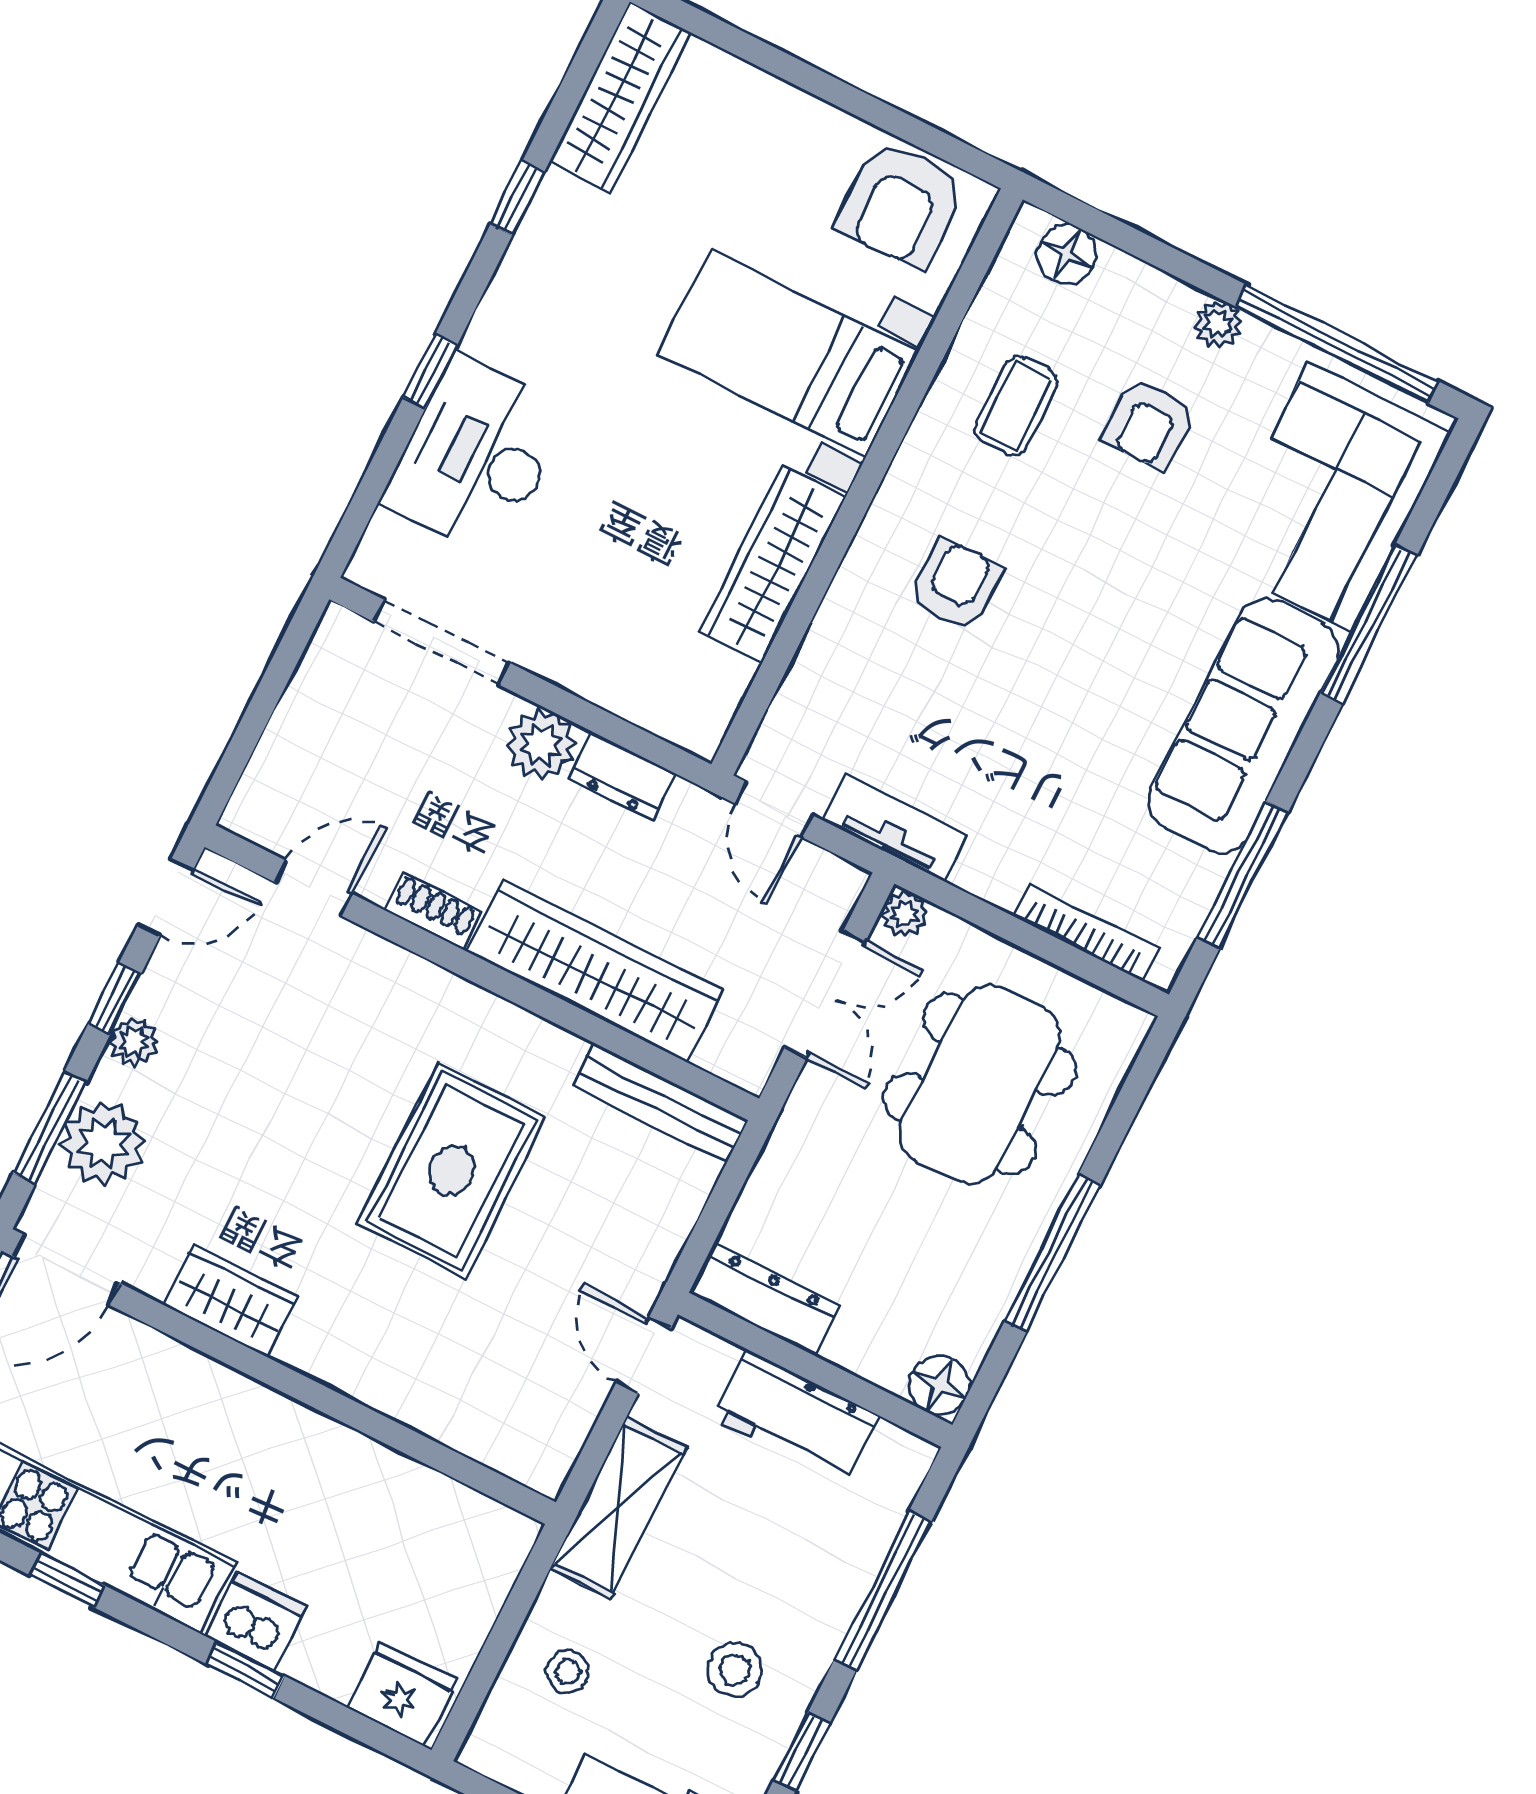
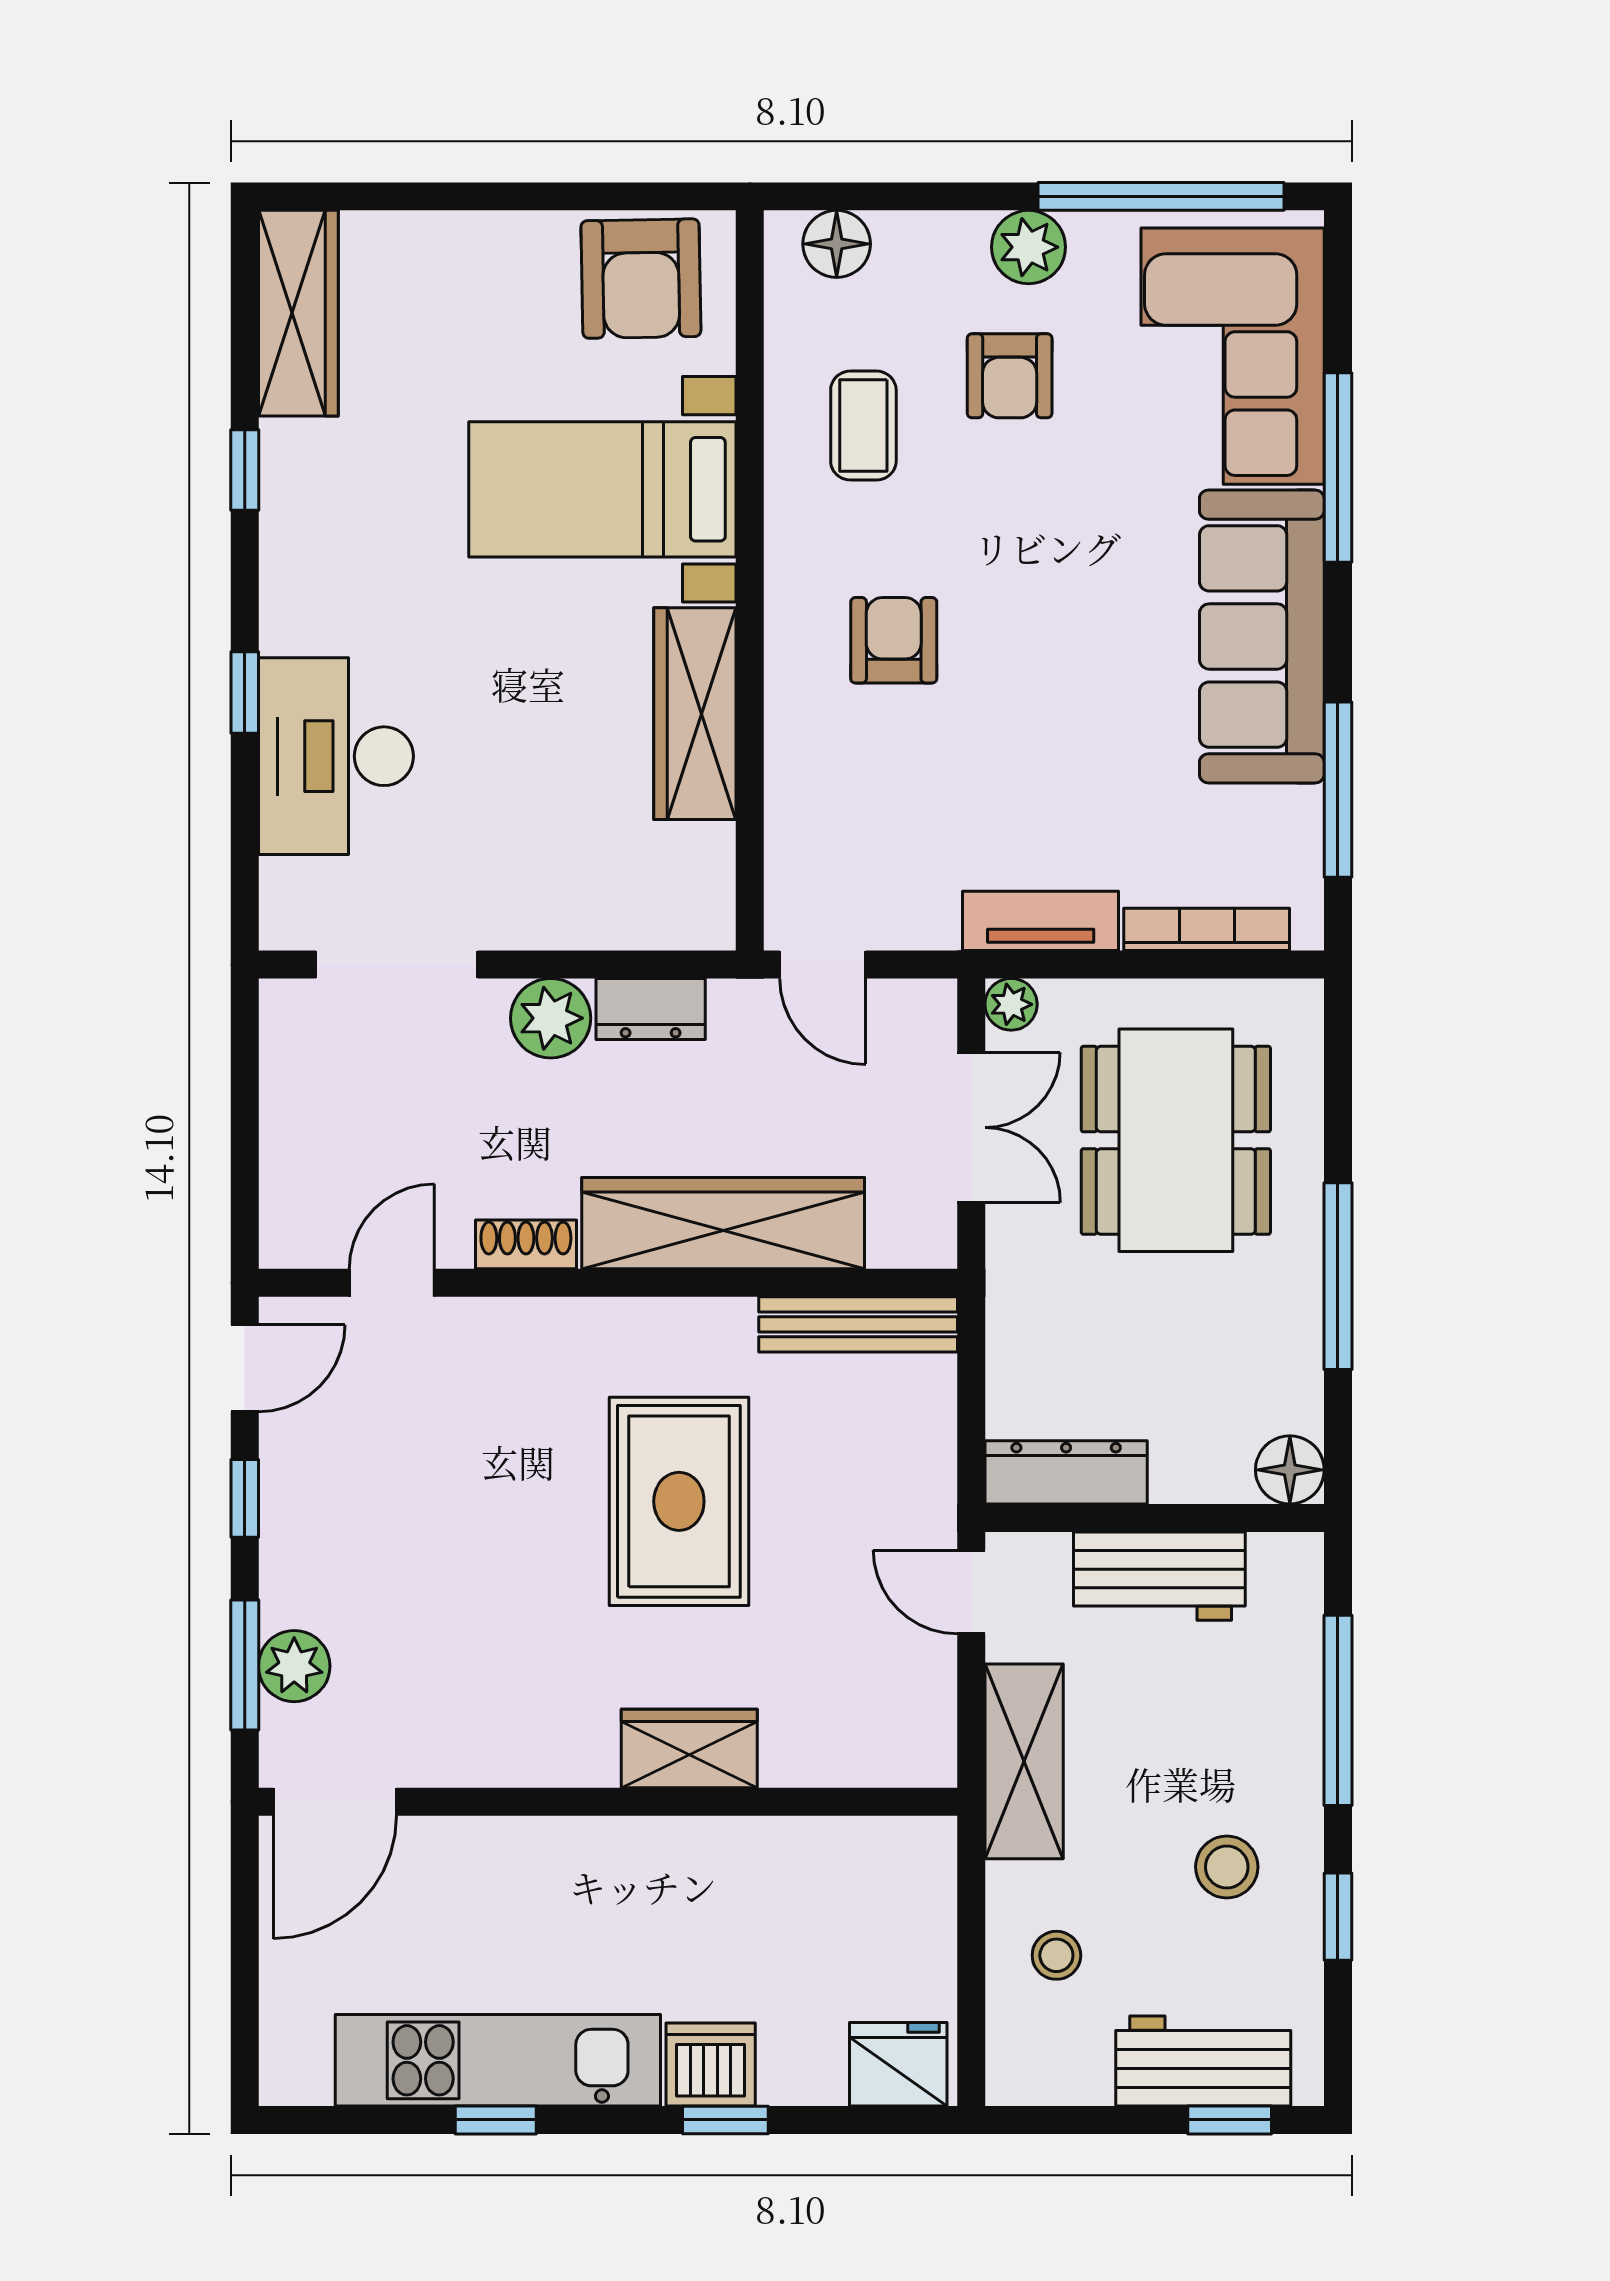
plant: (1218, 324) -> (1028, 247), width x1.38, depth x1.38
tv unit: (895, 828) -> (1041, 921), moved
plant: (134, 1042) -> (287, 1533), removed
plant: (103, 1143) -> (294, 1666), width x0.73, depth x0.73
wardrobe: (230, 1300) -> (689, 1748), moved

